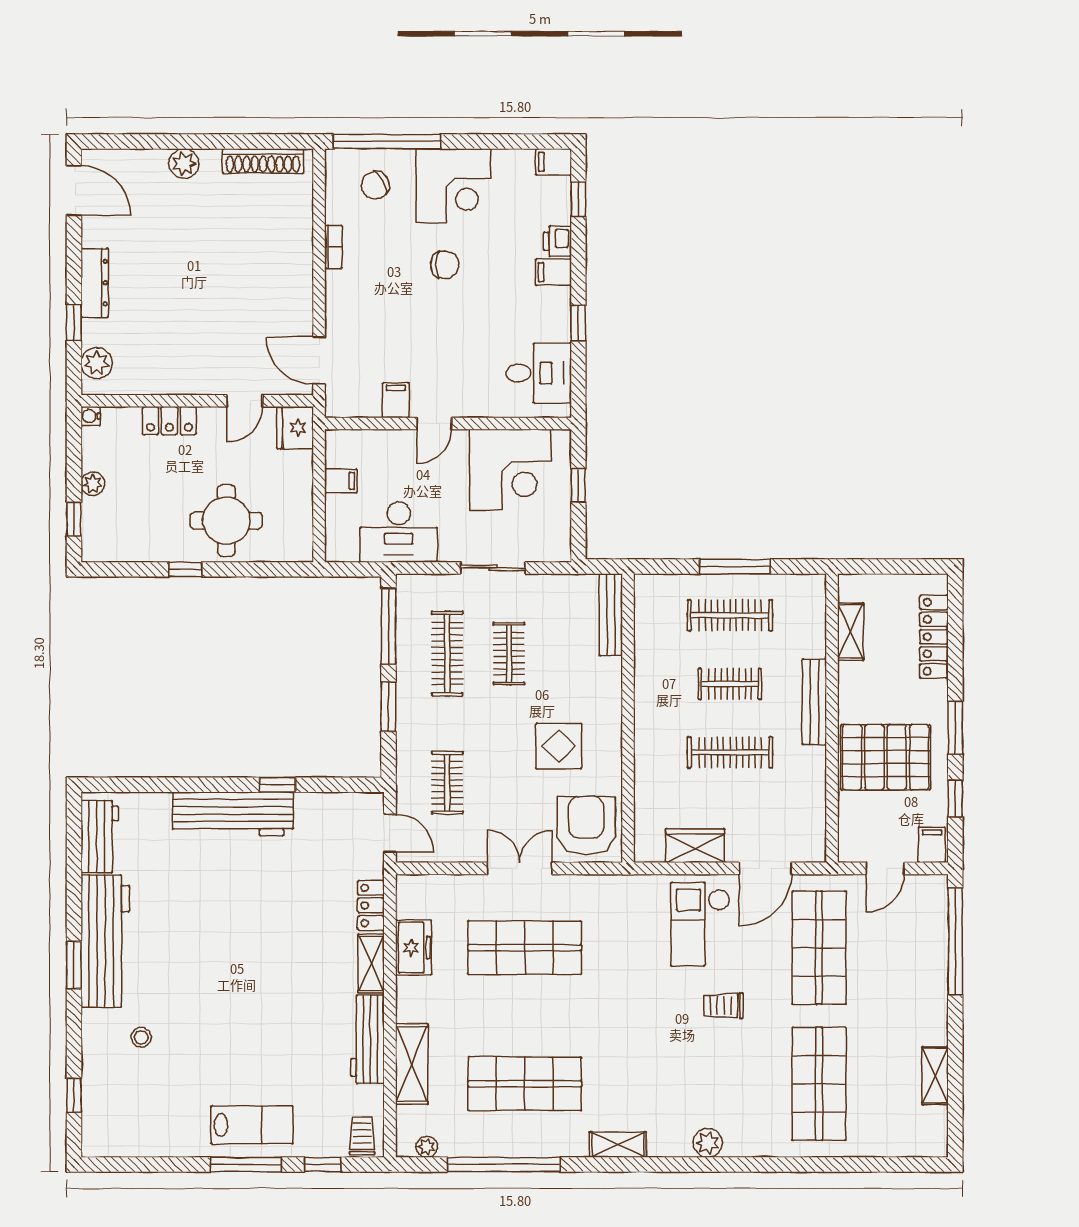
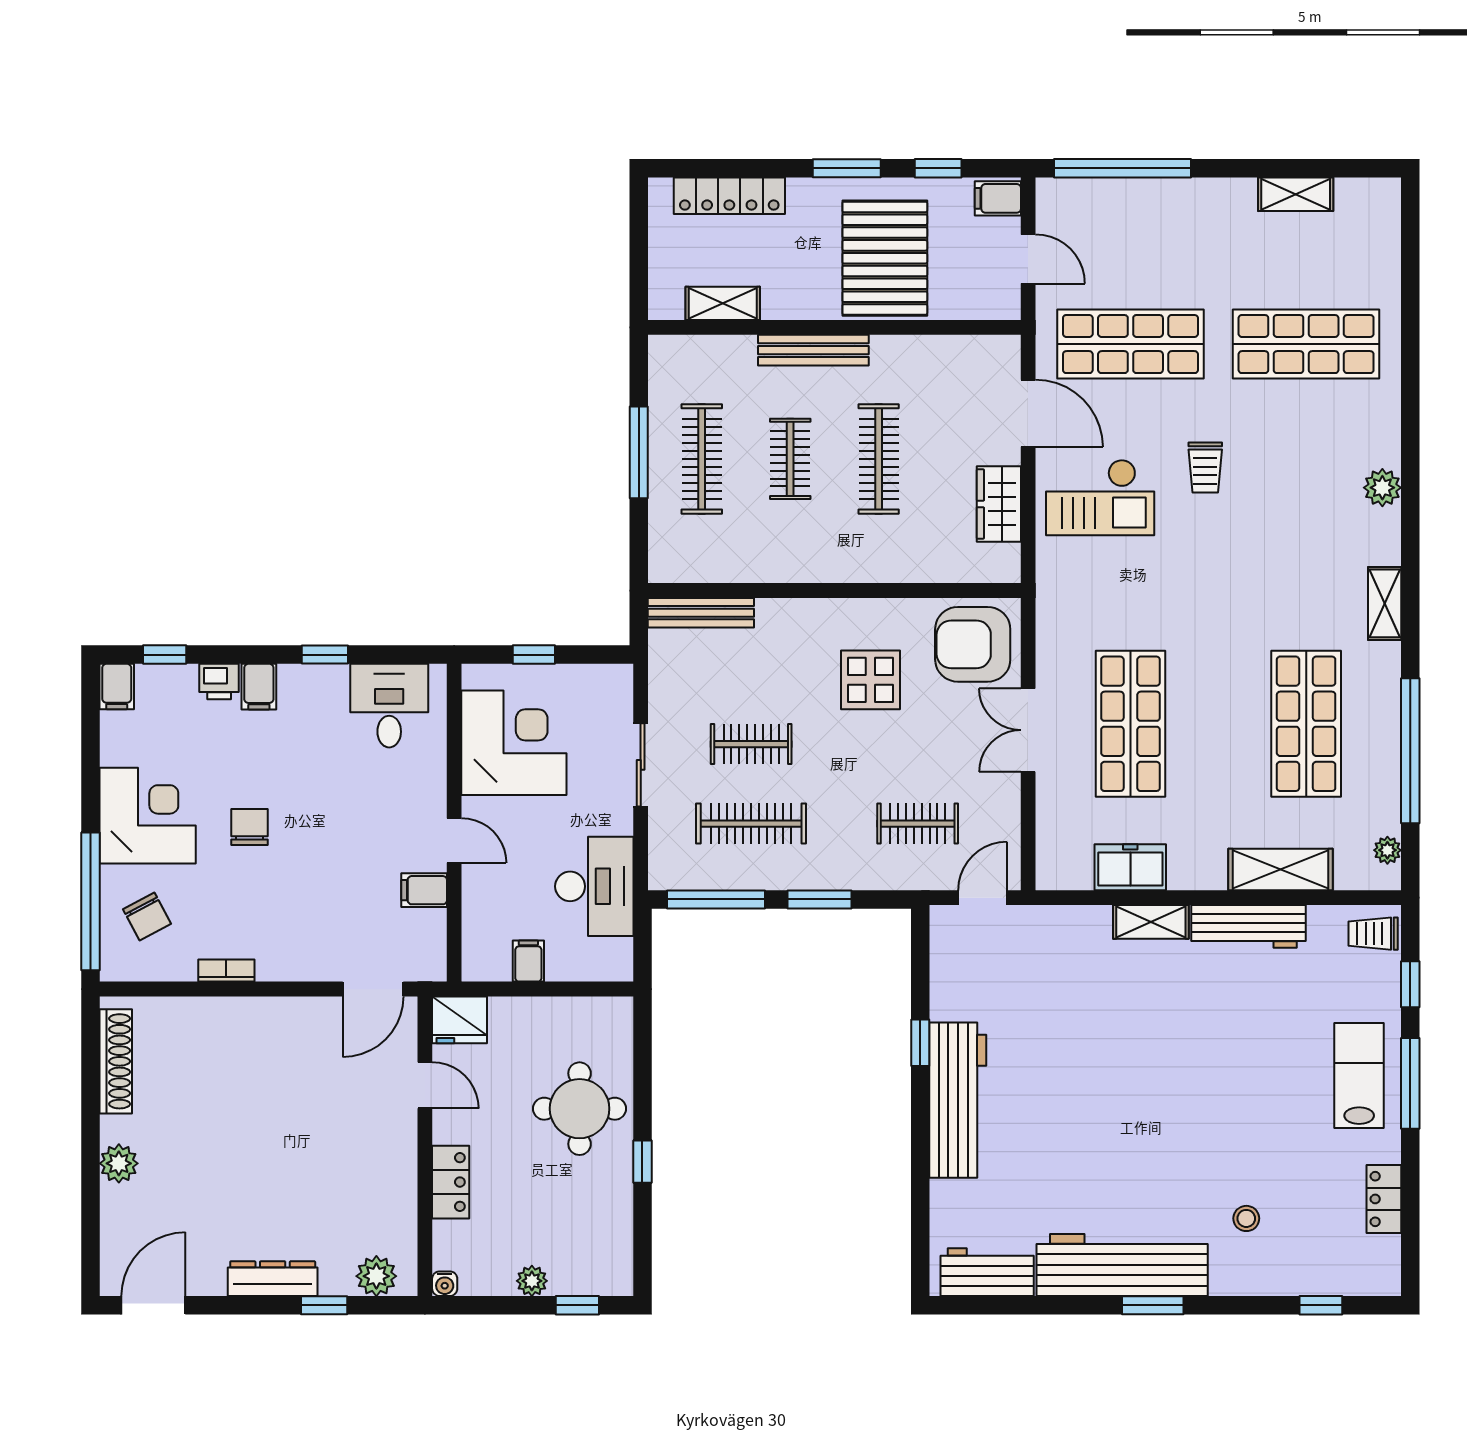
locker: (371, 905) -> (1384, 1199), moved, turned 90

